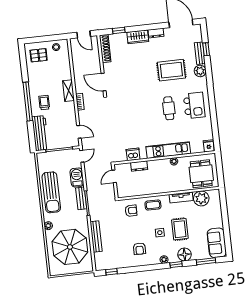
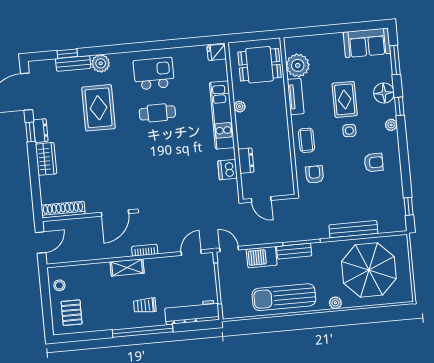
window: (119, 30) -> (30, 132), moved
sun lounger: (51, 192) -> (284, 297), turned 180
rug: (180, 229) -> (345, 99), turned 90

